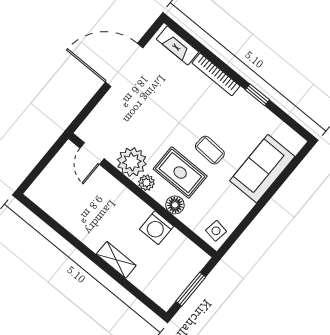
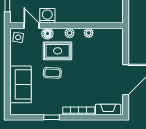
door: (92, 153) -> (32, 26), moved
plant: (132, 162) -> (89, 33), width x0.53, depth x0.53

